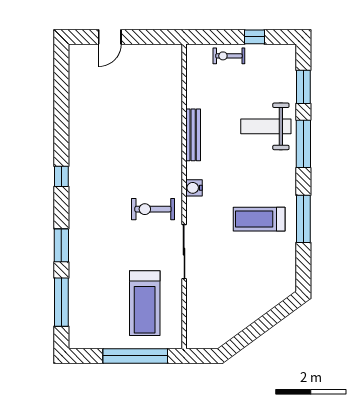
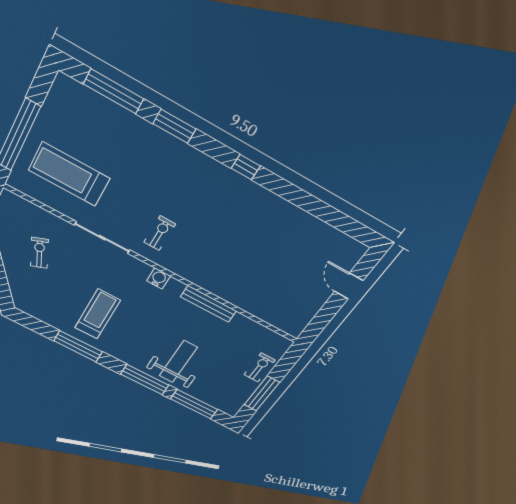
window: (255, 37) -> (262, 393), width x2.17
window: (303, 87) -> (194, 404), width x1.44
exercise bike: (153, 209) -> (160, 233), width x0.73, depth x0.72
exercise bike: (228, 295) -> (39, 253), added

